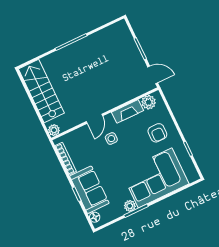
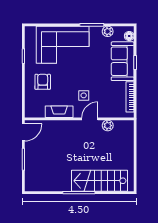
door: (153, 75) -> (23, 132), swing flipped
stairs: (41, 91) -> (99, 181), moved, turned 90
plant: (149, 102) -> (38, 111), removed
plant: (54, 130) -> (108, 126), moved
plant: (130, 206) -> (108, 31), moved

